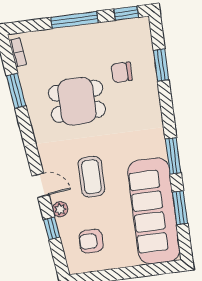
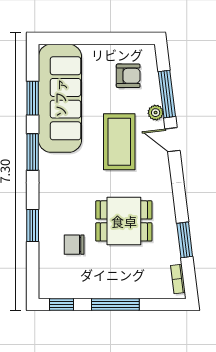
window: (161, 65) -> (33, 226), moved
chair: (122, 72) -> (74, 245), turned 180
coffee table: (91, 177) -> (119, 142), width x1.36, depth x1.32
window: (52, 228) -> (167, 94), width x2.17

